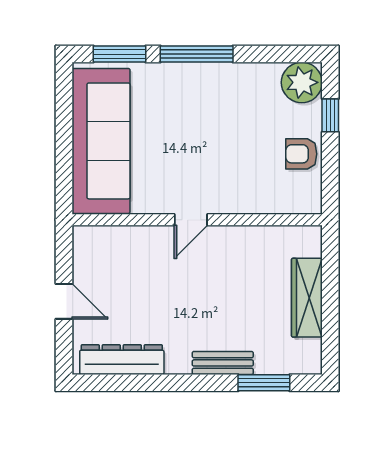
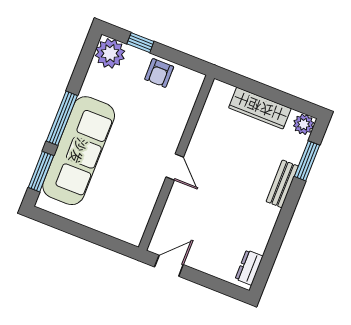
sofa: (101, 141) -> (79, 151), moved, turned 90
door: (64, 301) -> (169, 266), moved
dresser: (122, 360) -> (249, 268), width x0.51, depth x0.80
plant: (308, 361) -> (304, 124), added

